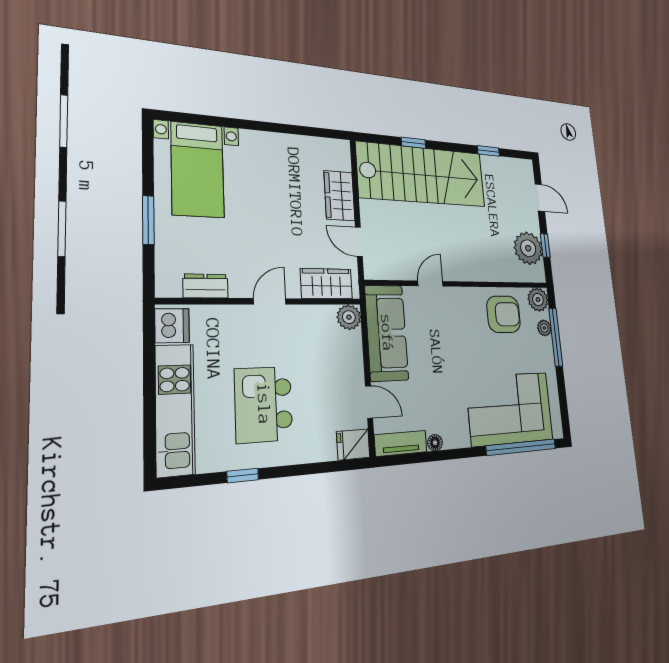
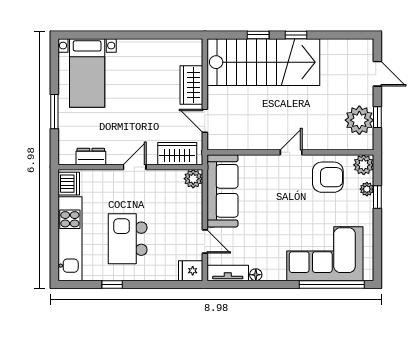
window: (488, 151) -> (296, 35), moved
door: (431, 284) -> (291, 152), moved
window: (556, 337) -> (377, 197), width x0.46

